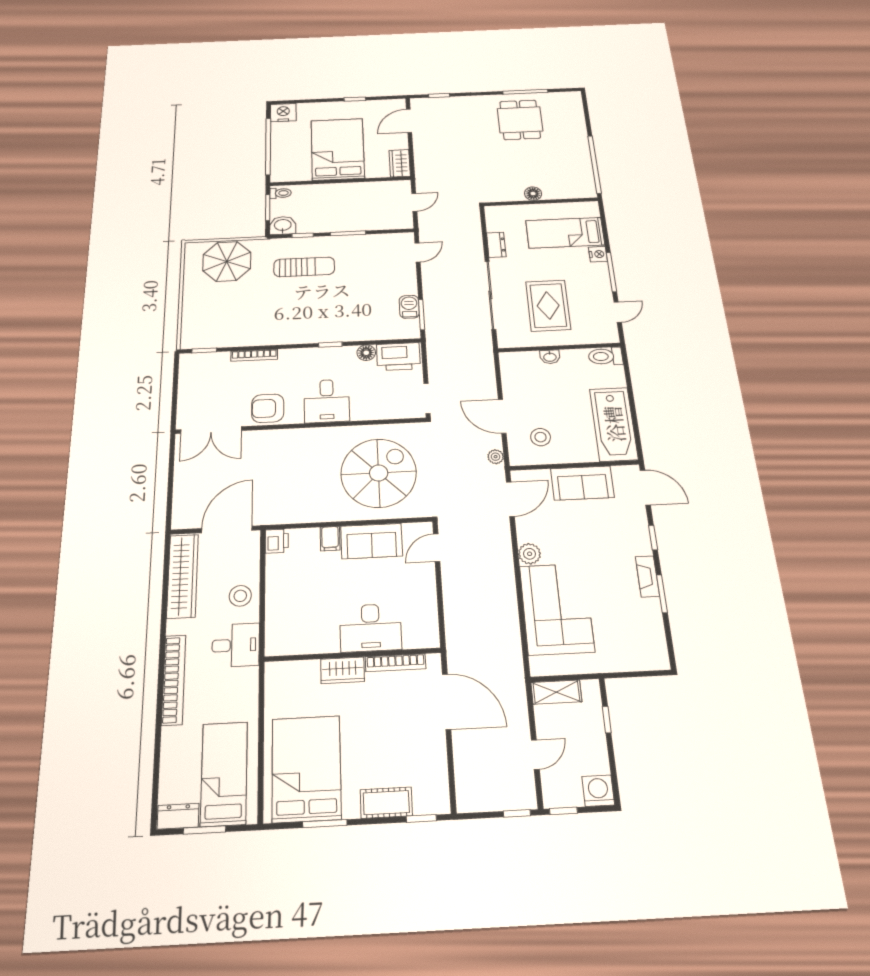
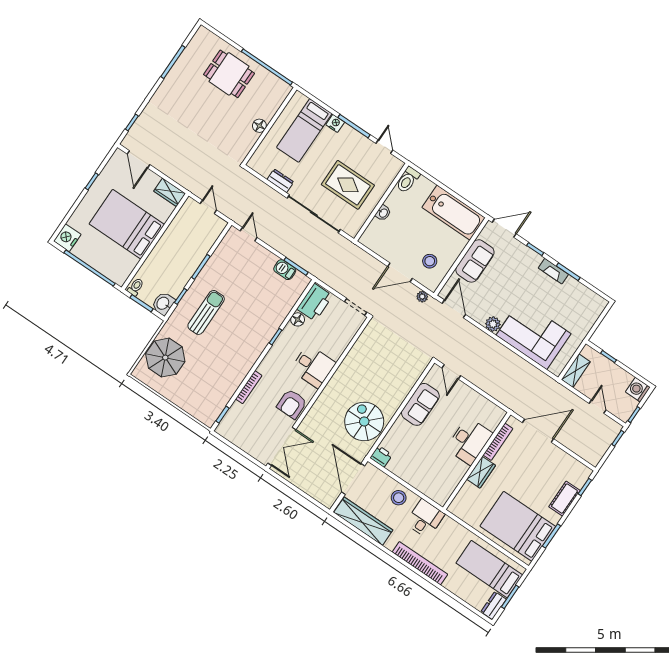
dining table: (520, 120) -> (229, 74), moved
spiral stairs: (379, 473) -> (364, 421), moved, width x0.73, depth x0.73
filing cabinet: (330, 539) -> (402, 426), removed

